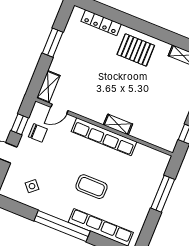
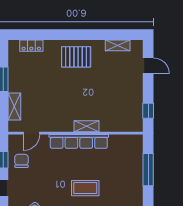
locker: (101, 23) -> (31, 46), width x0.66
shelving: (48, 87) -> (14, 106), moved
chair: (38, 133) -> (21, 161), turned -90

